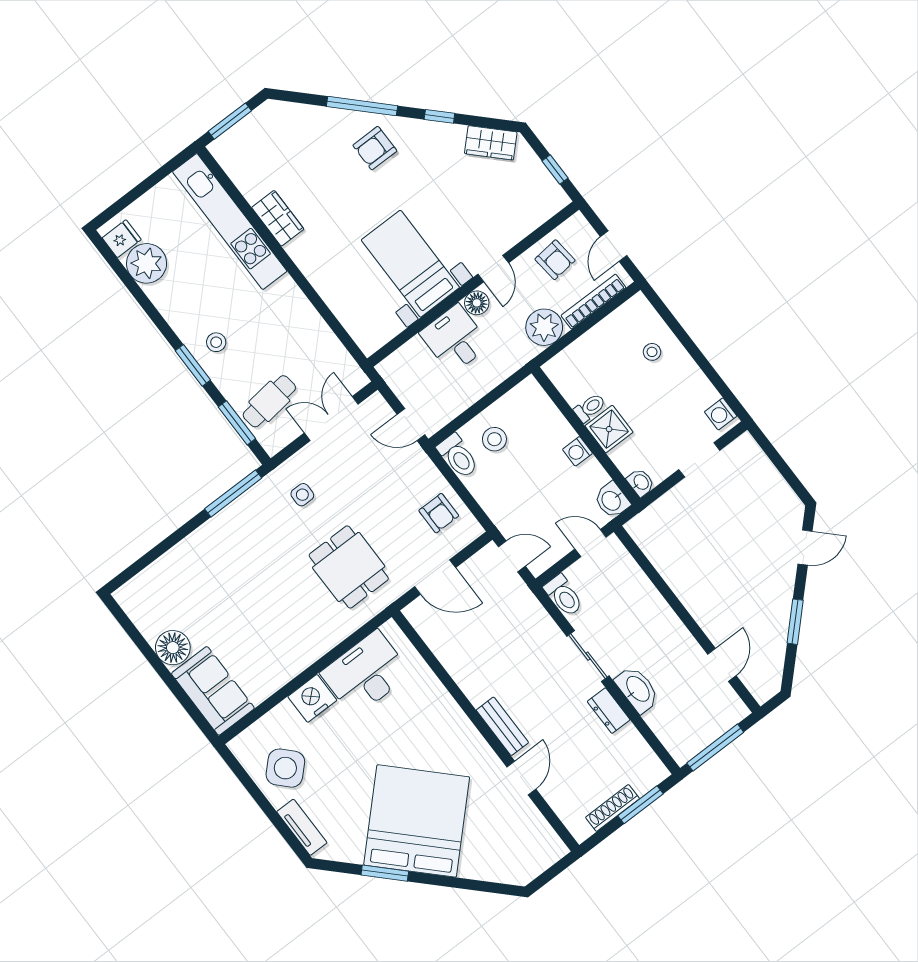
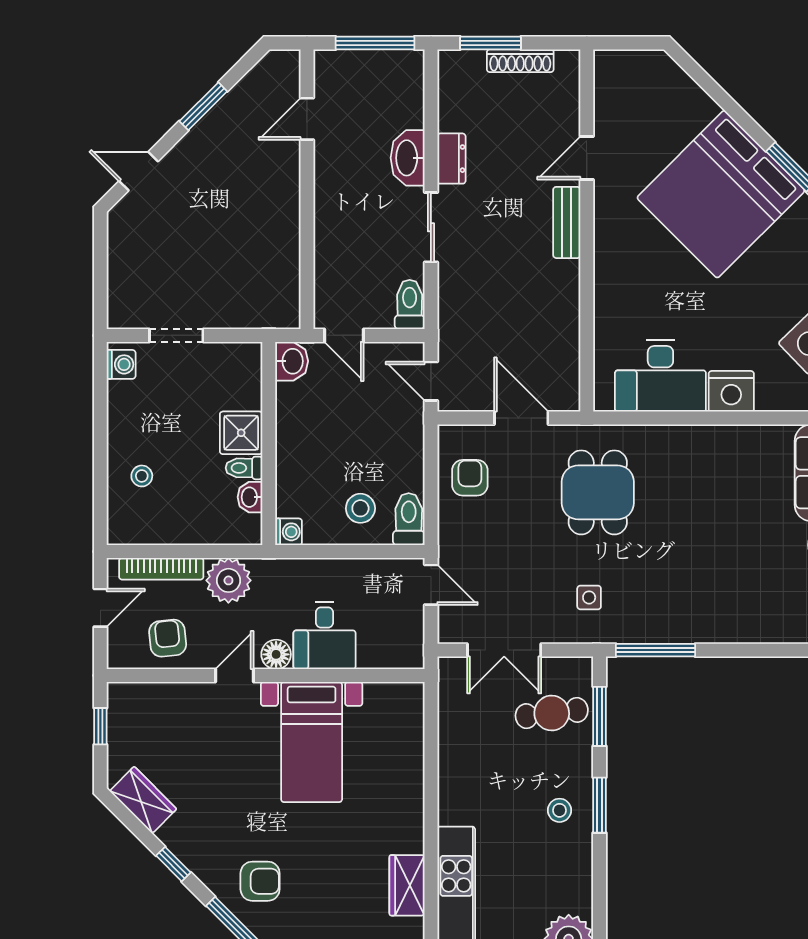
washing machine: (577, 451) -> (289, 532), moved
washbasin: (641, 482) -> (250, 497), moved

